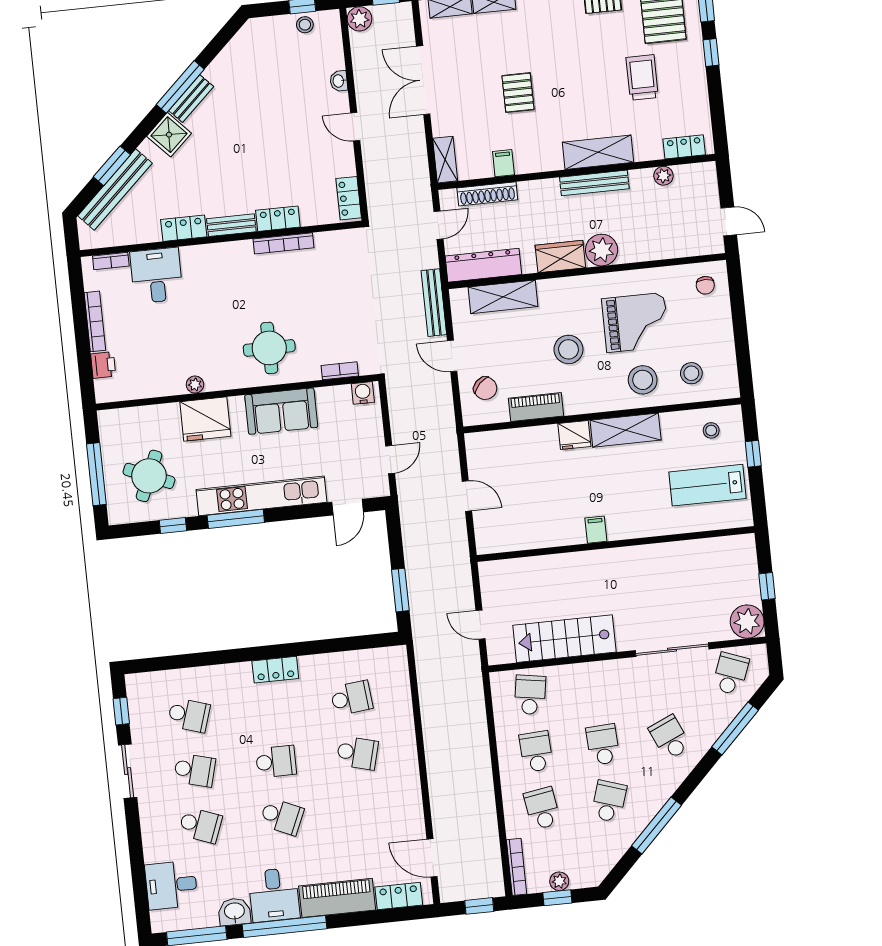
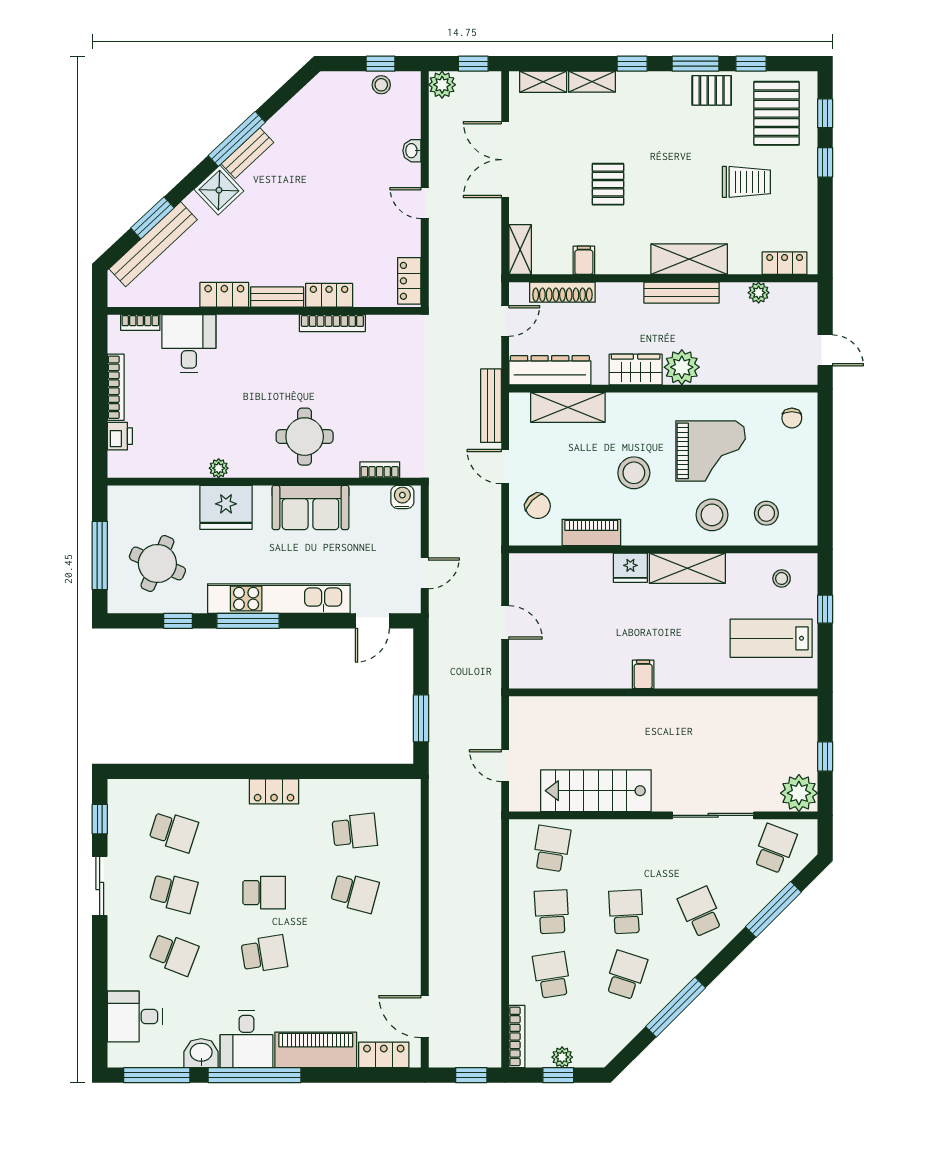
trolley: (642, 77) -> (746, 182), turned 90
school desk: (282, 817) -> (264, 954), turned -33

